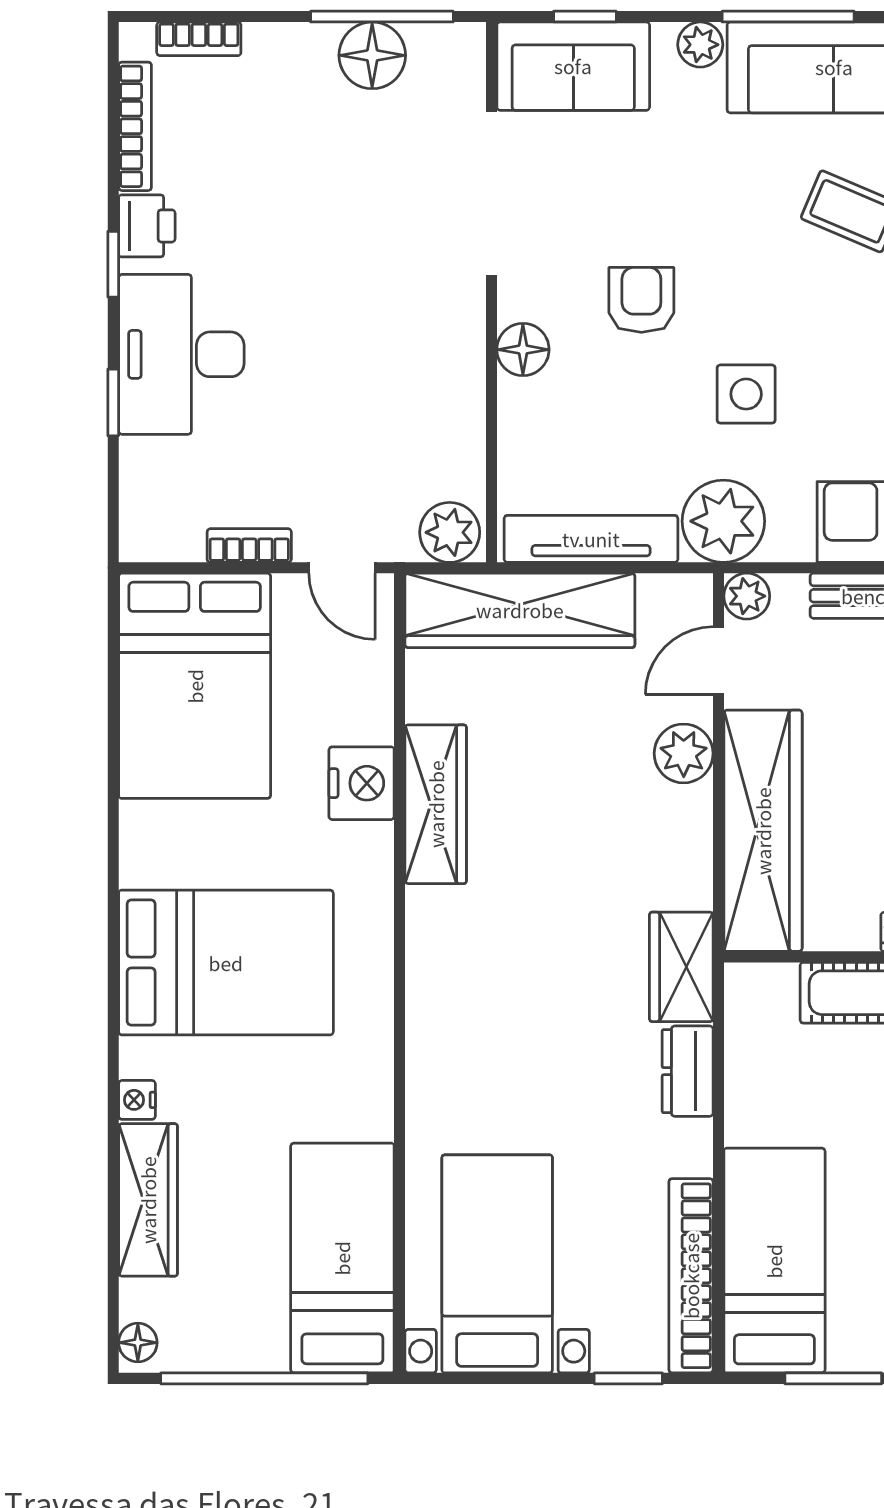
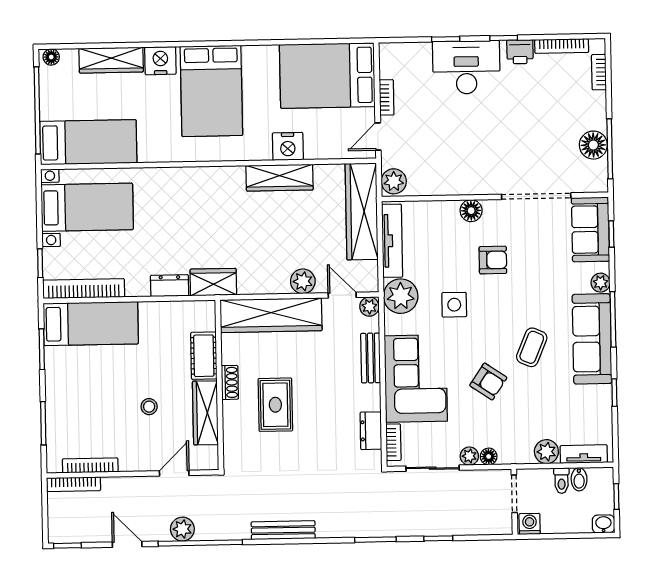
nightstand: (137, 1100) -> (160, 61), width x1.89, depth x1.79

